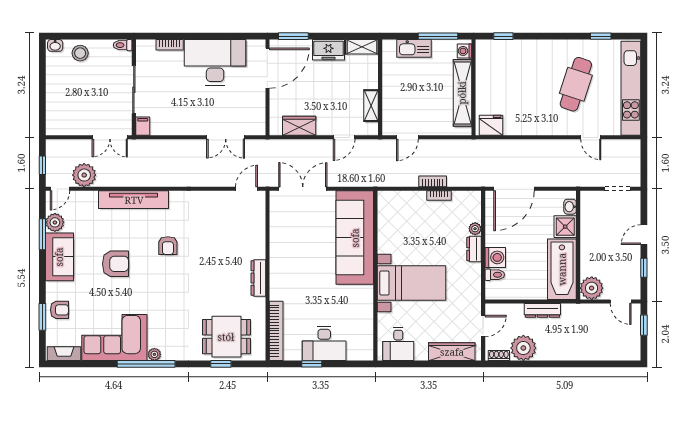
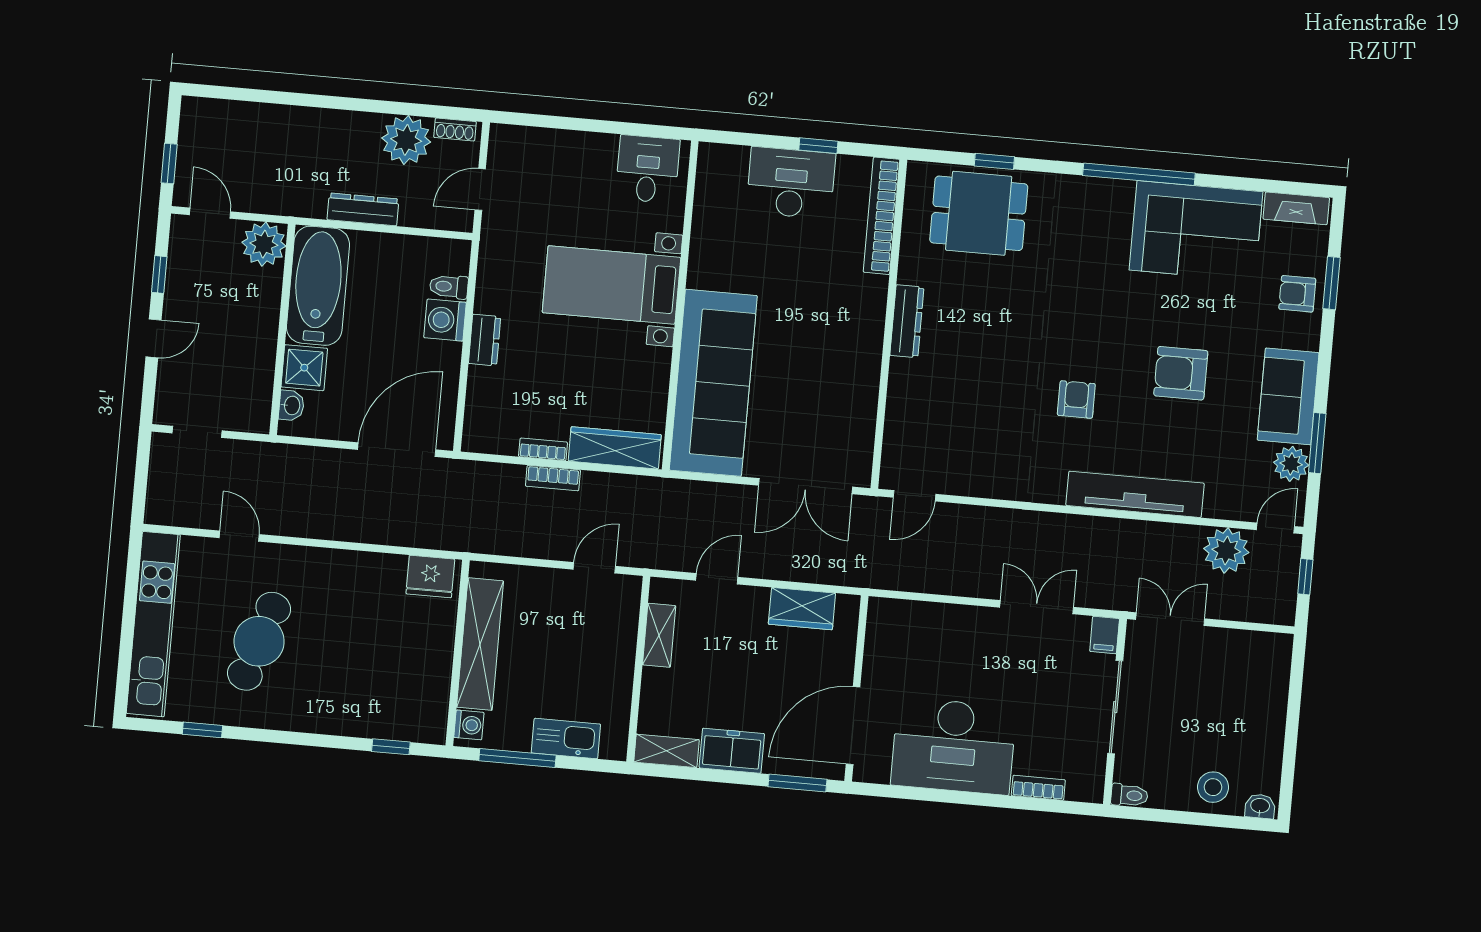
double door: (226, 137) -> (1037, 607), moved
plant: (475, 229) -> (479, 379), removed
wardrobe: (452, 352) -> (615, 448), moved, turned 180
plant: (154, 354) -> (1121, 191), removed

